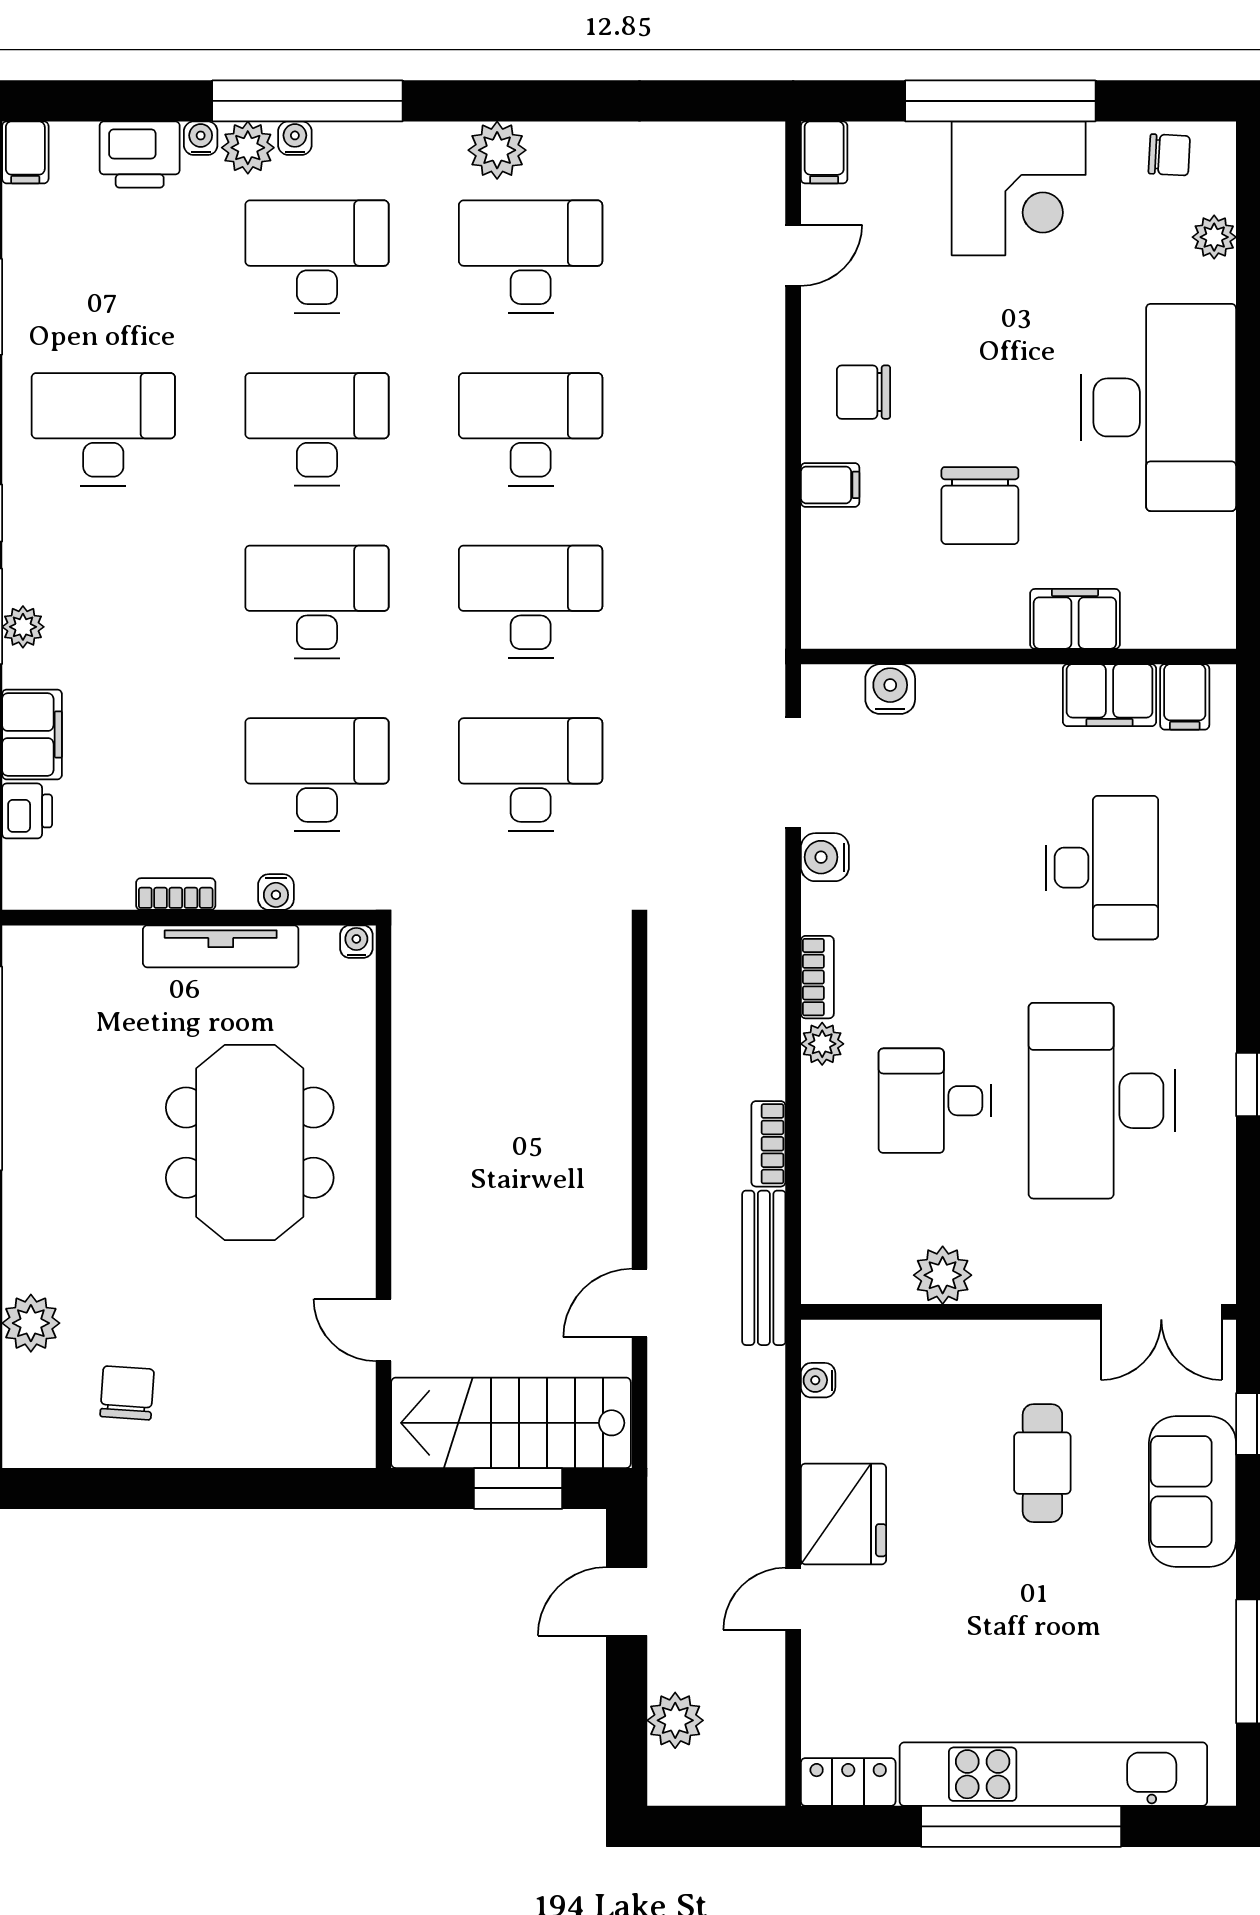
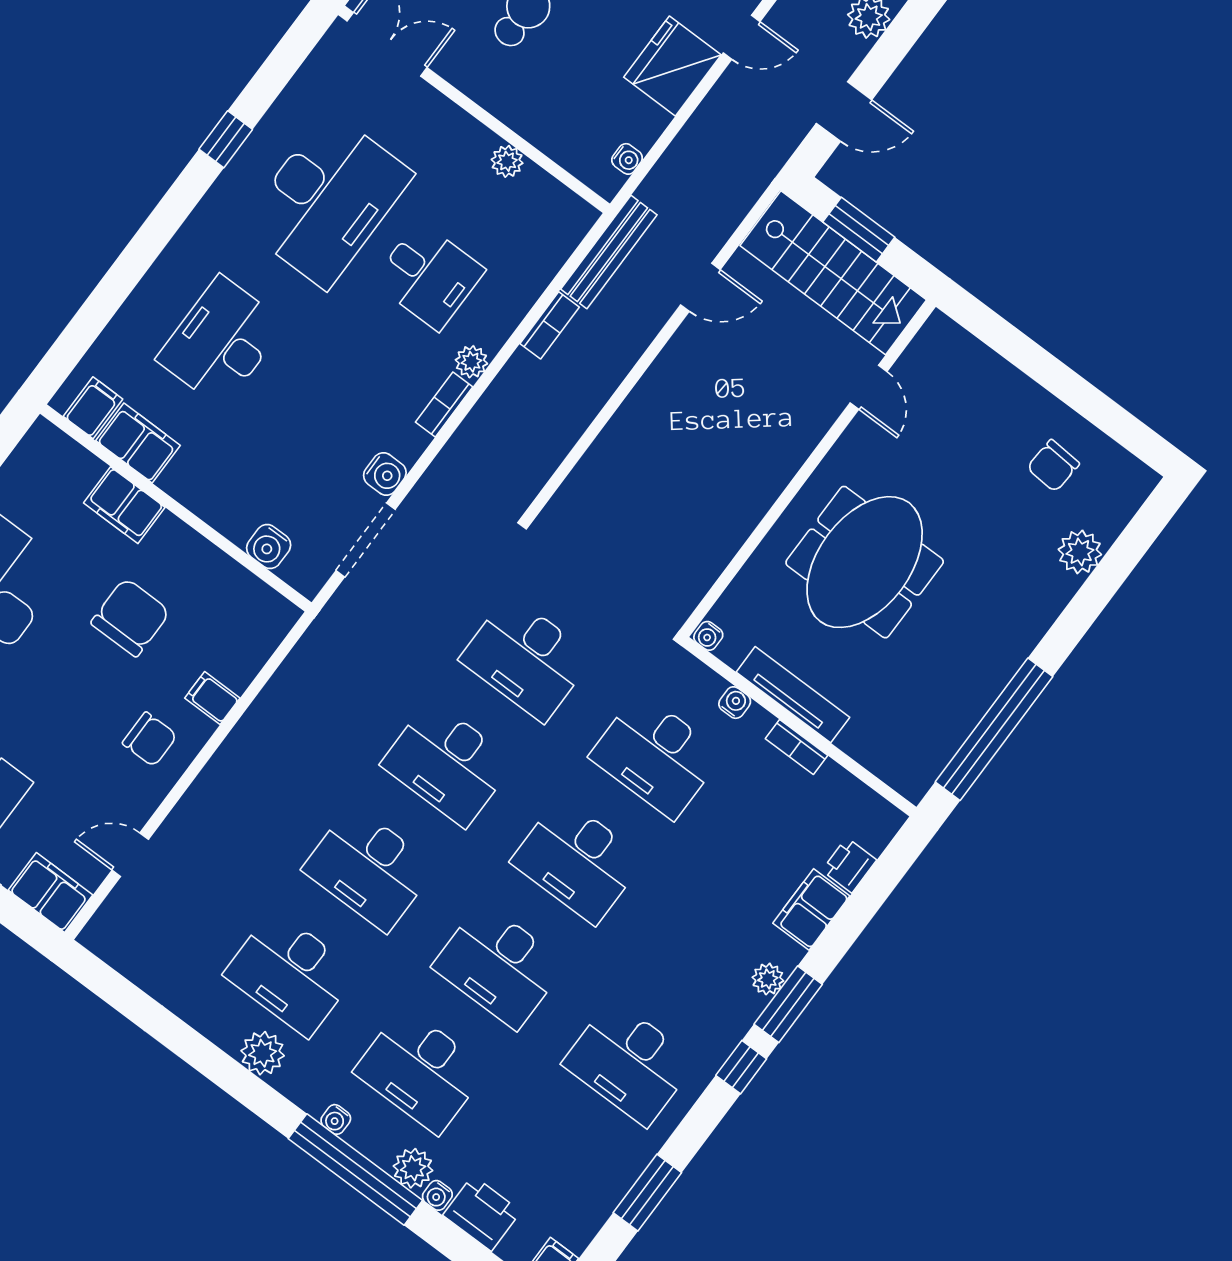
water cooler: (295, 138) -> (336, 1119), moved
filing cabinet: (824, 152) -> (50, 892), width x2.00
plant: (943, 1275) -> (507, 161), width x0.73, depth x0.73

